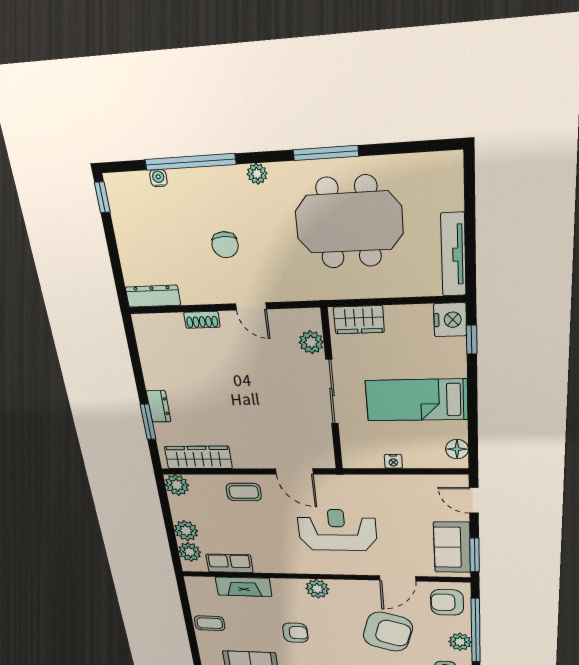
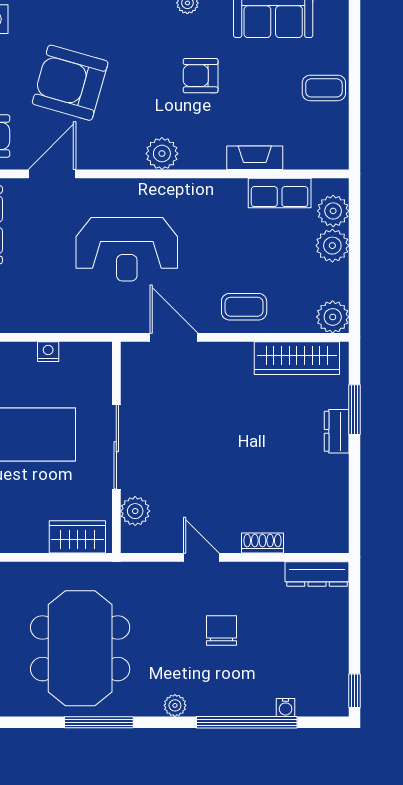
meeting table: (349, 222) -> (80, 648), turned 90
fireplace: (244, 587) -> (255, 158), width x0.73, depth x0.76

